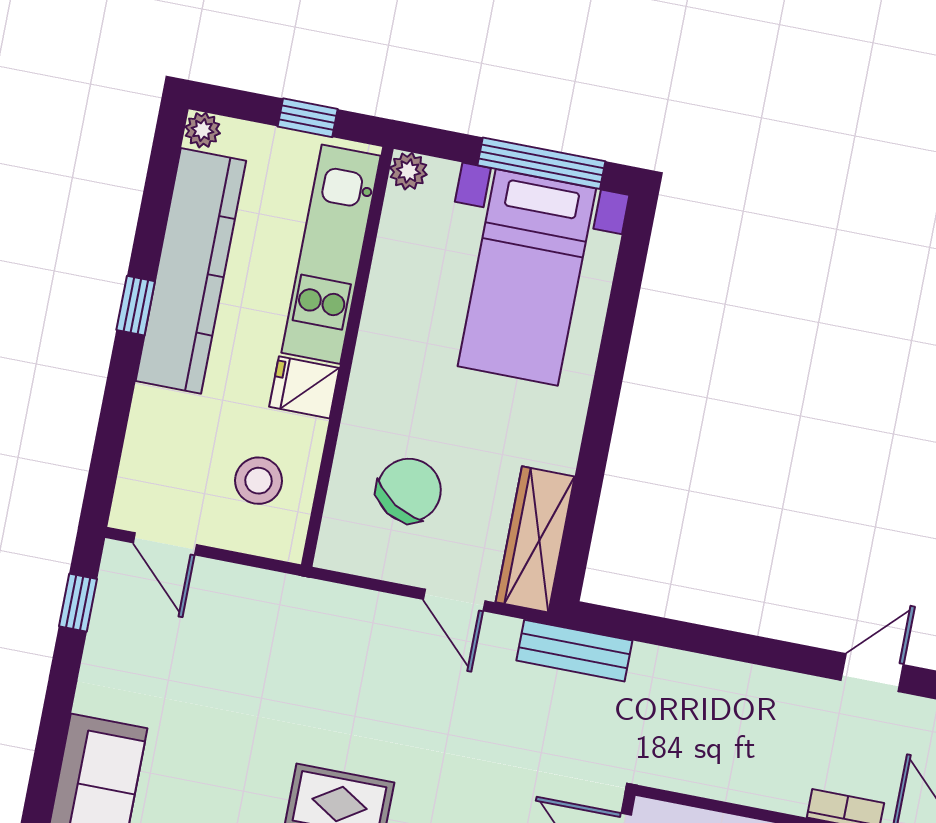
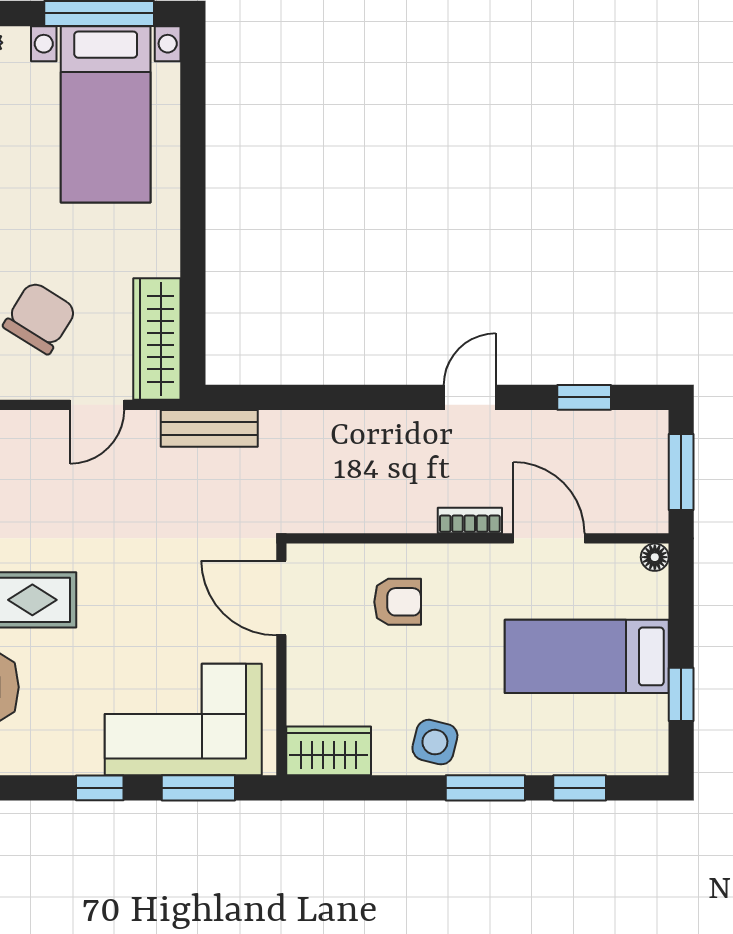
door: (454, 600) -> (97, 405), hinge flipped

